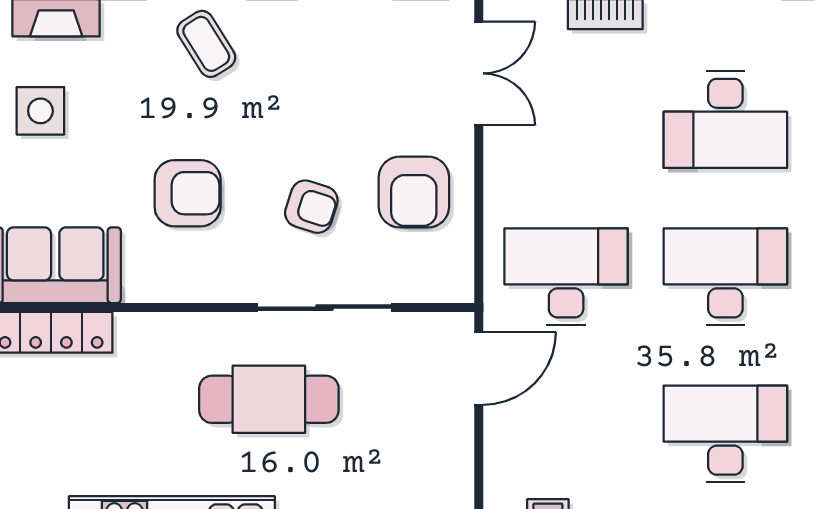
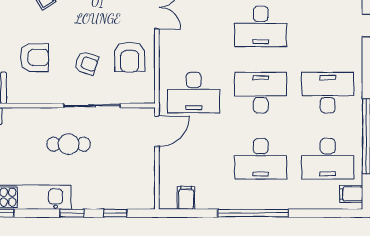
desk: (566, 277) -> (194, 93), turned 180
cafe table: (269, 399) -> (69, 144), width x0.73, depth x0.74
desk: (725, 434) -> (261, 159), turned 180

